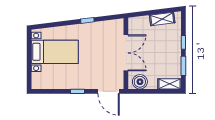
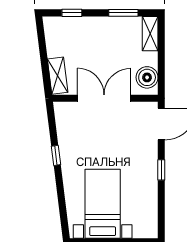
shelving: (162, 19) -> (58, 76), moved
window: (183, 42) -> (72, 13), moved

